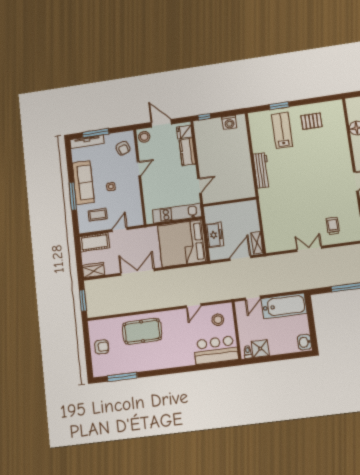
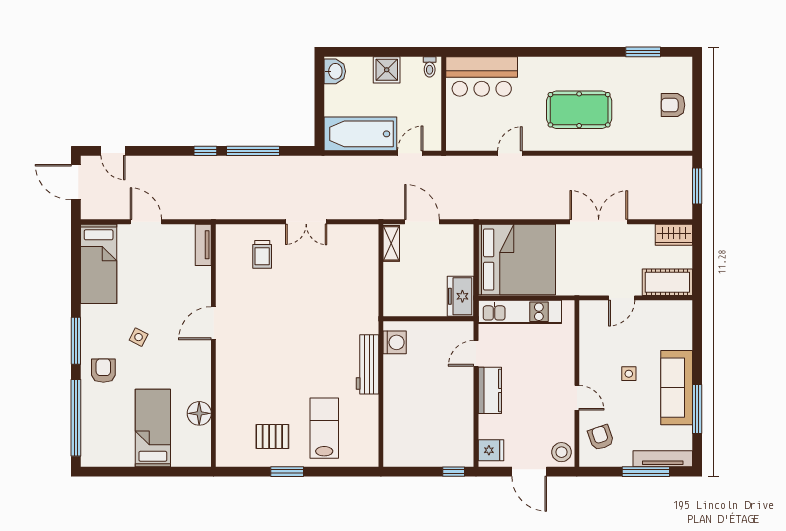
window: (279, 106) -> (287, 472), moved
washing machine: (229, 122) -> (395, 342), moved, turned 90
lab bench: (282, 130) -> (324, 428), turned 180
kitchen counter: (187, 152) -> (490, 390), moved
door: (139, 169) -> (577, 398), swing flipped
window: (73, 196) -> (697, 409), moved
coffee table: (98, 215) -> (657, 329), removed
freezer: (215, 235) -> (461, 296), moved
door: (240, 258) -> (422, 222), swing flipped
double door: (137, 272) -> (599, 222), swing flipped
stool: (218, 320) -> (472, 125), removed
pool table: (142, 331) -> (579, 110), moved
shower: (260, 349) -> (387, 70), moved
window: (122, 377) -> (643, 52), width x0.69

